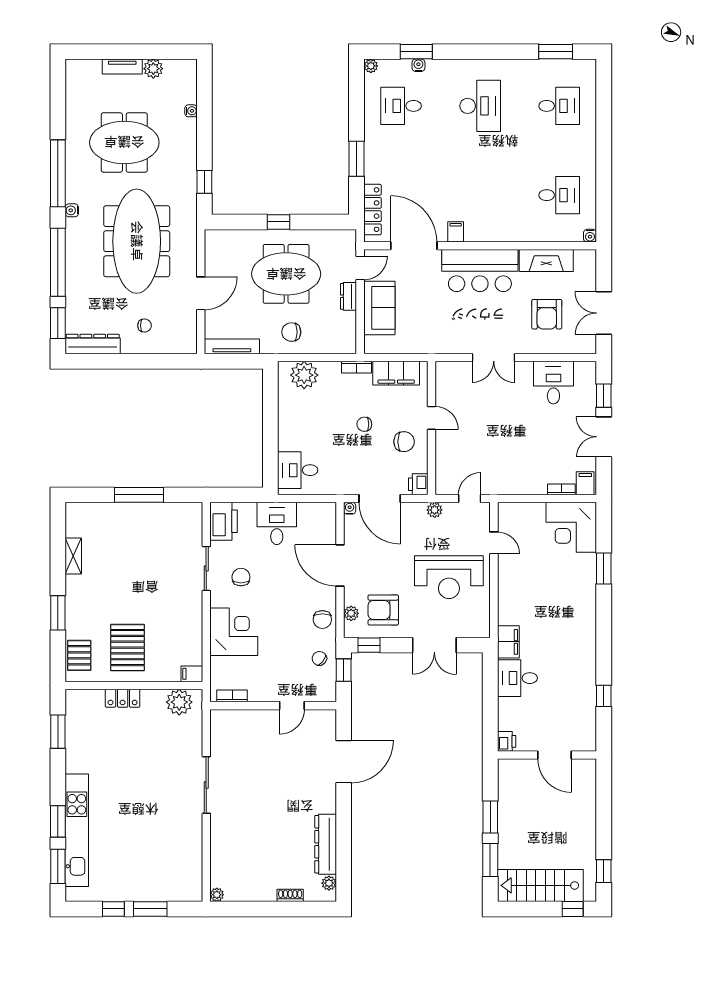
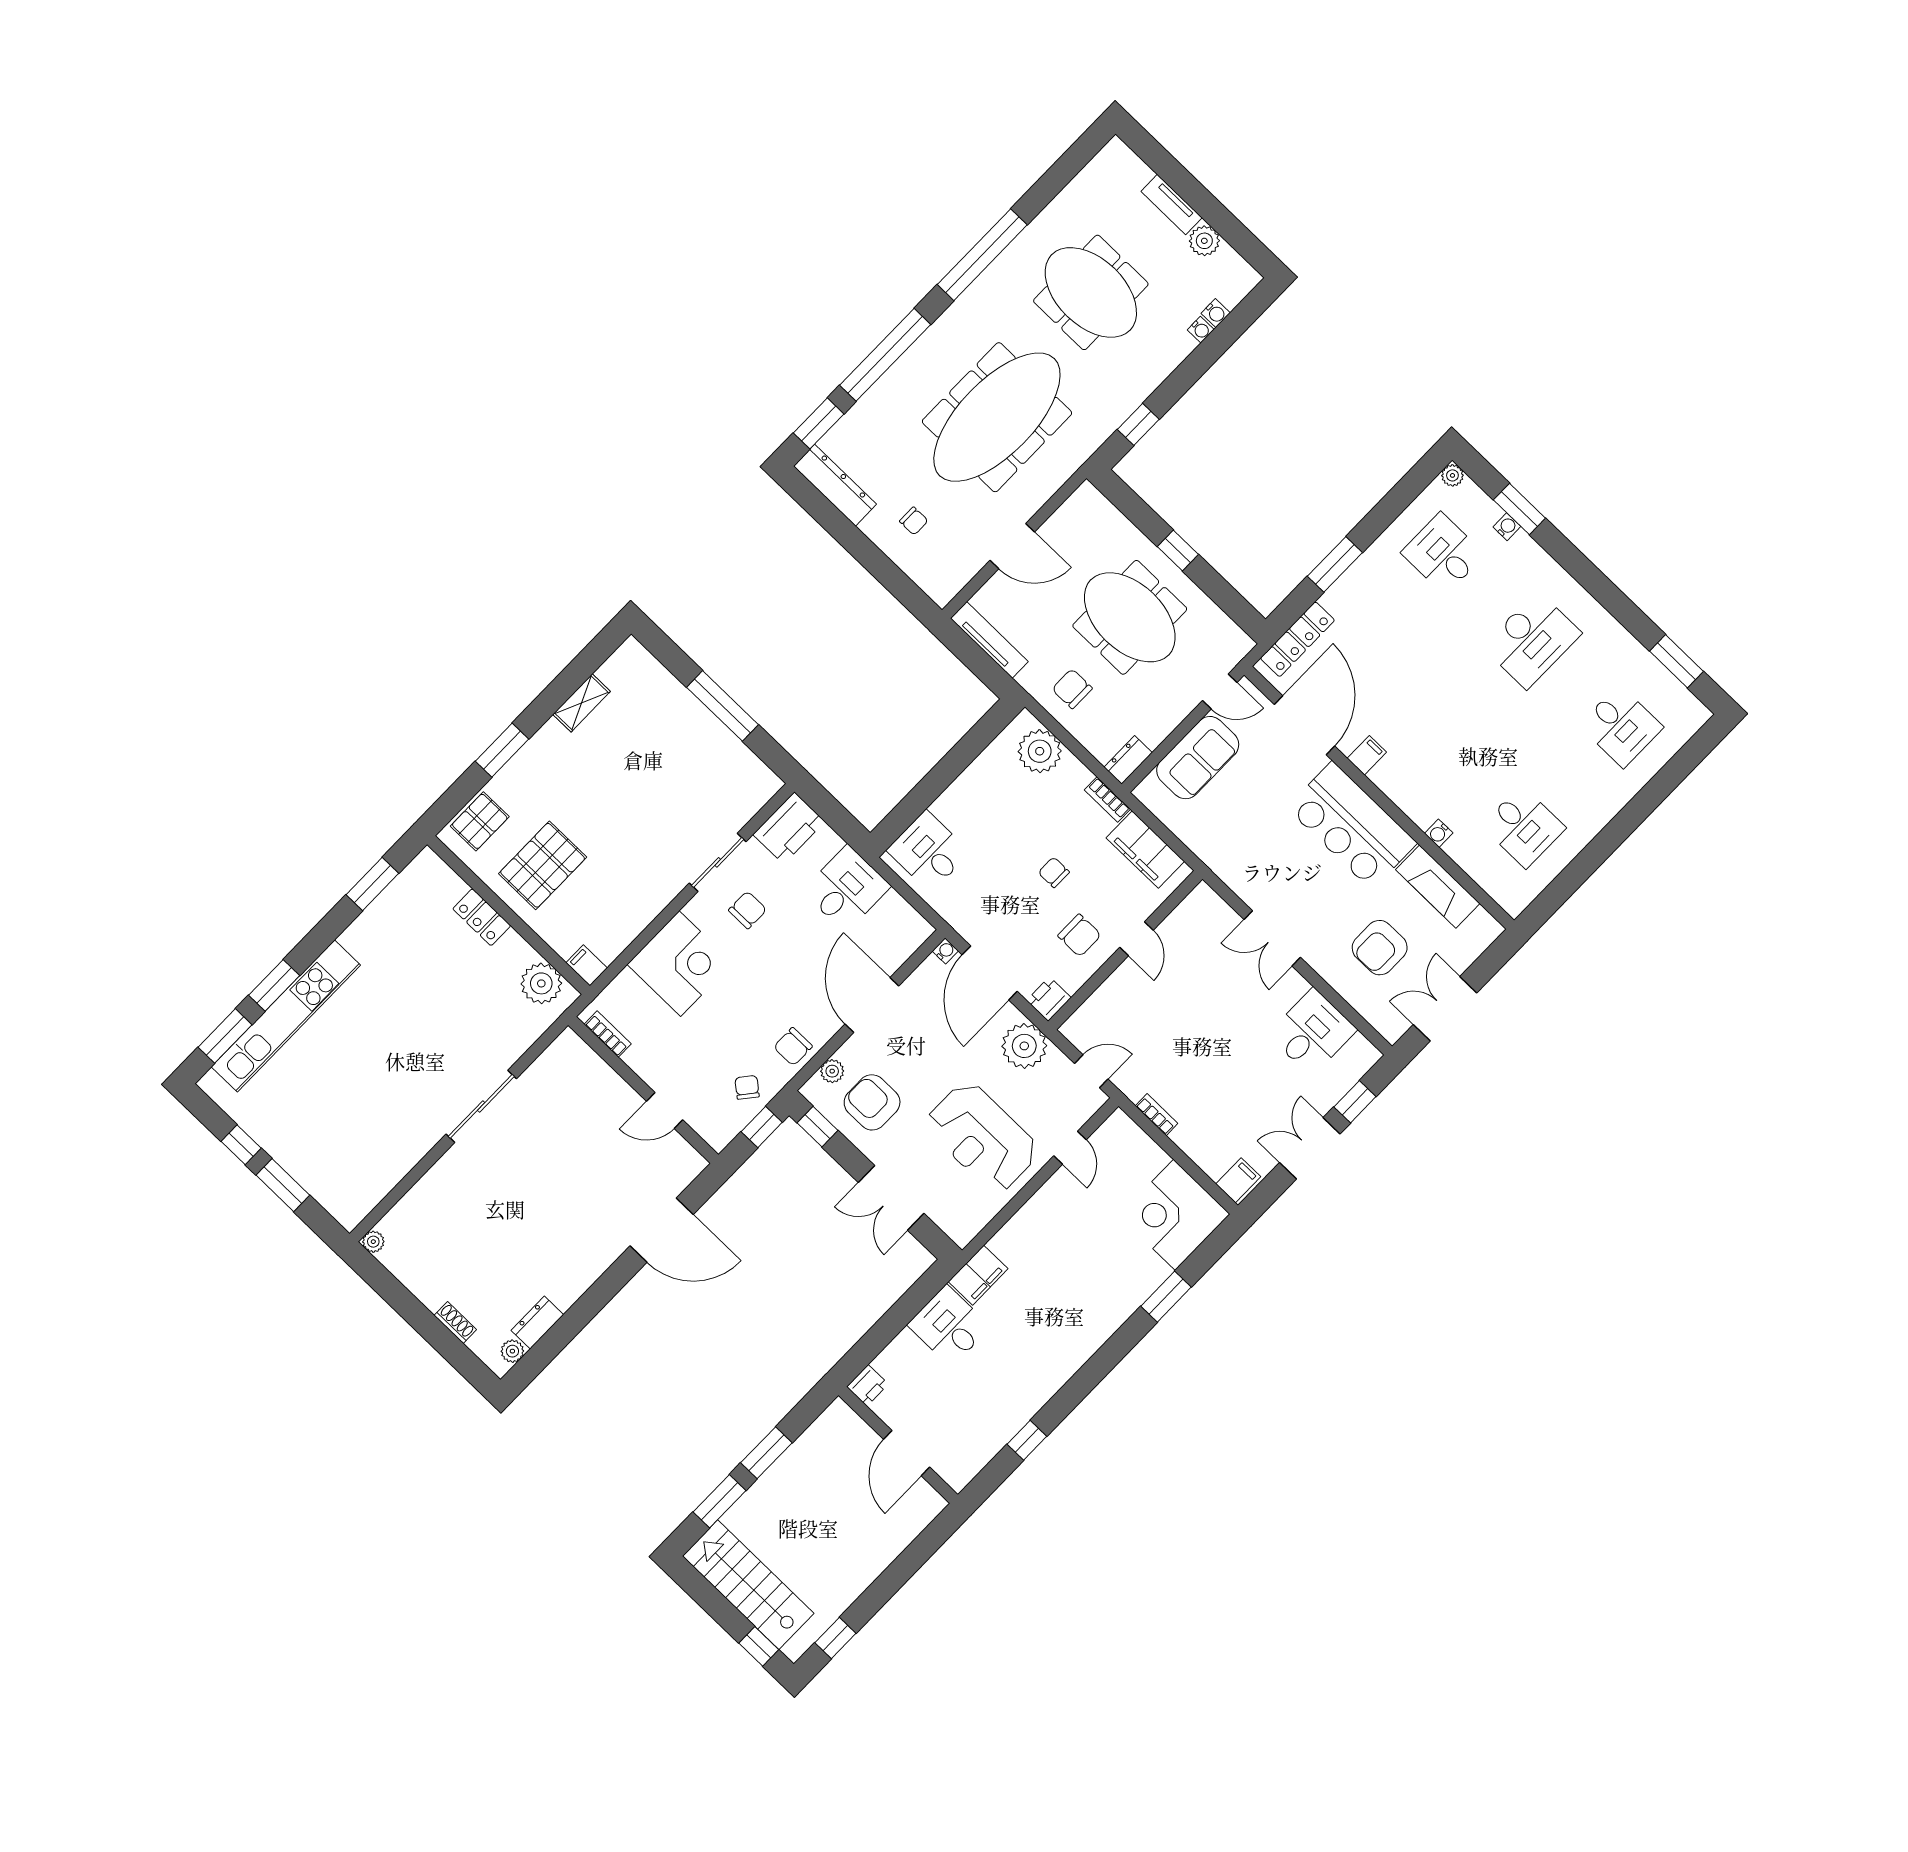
water cooler: (72, 210) -> (1216, 313), moved, turned 180
water cooler: (590, 236) -> (1439, 833), moved
dresser: (349, 296) -> (1128, 760), moved
bookcase: (561, 489) -> (1157, 1115), moved
plant: (435, 510) -> (1024, 1046), width x1.88, depth x1.88
dresser: (326, 844) -> (537, 1323), width x0.51, depth x0.80

